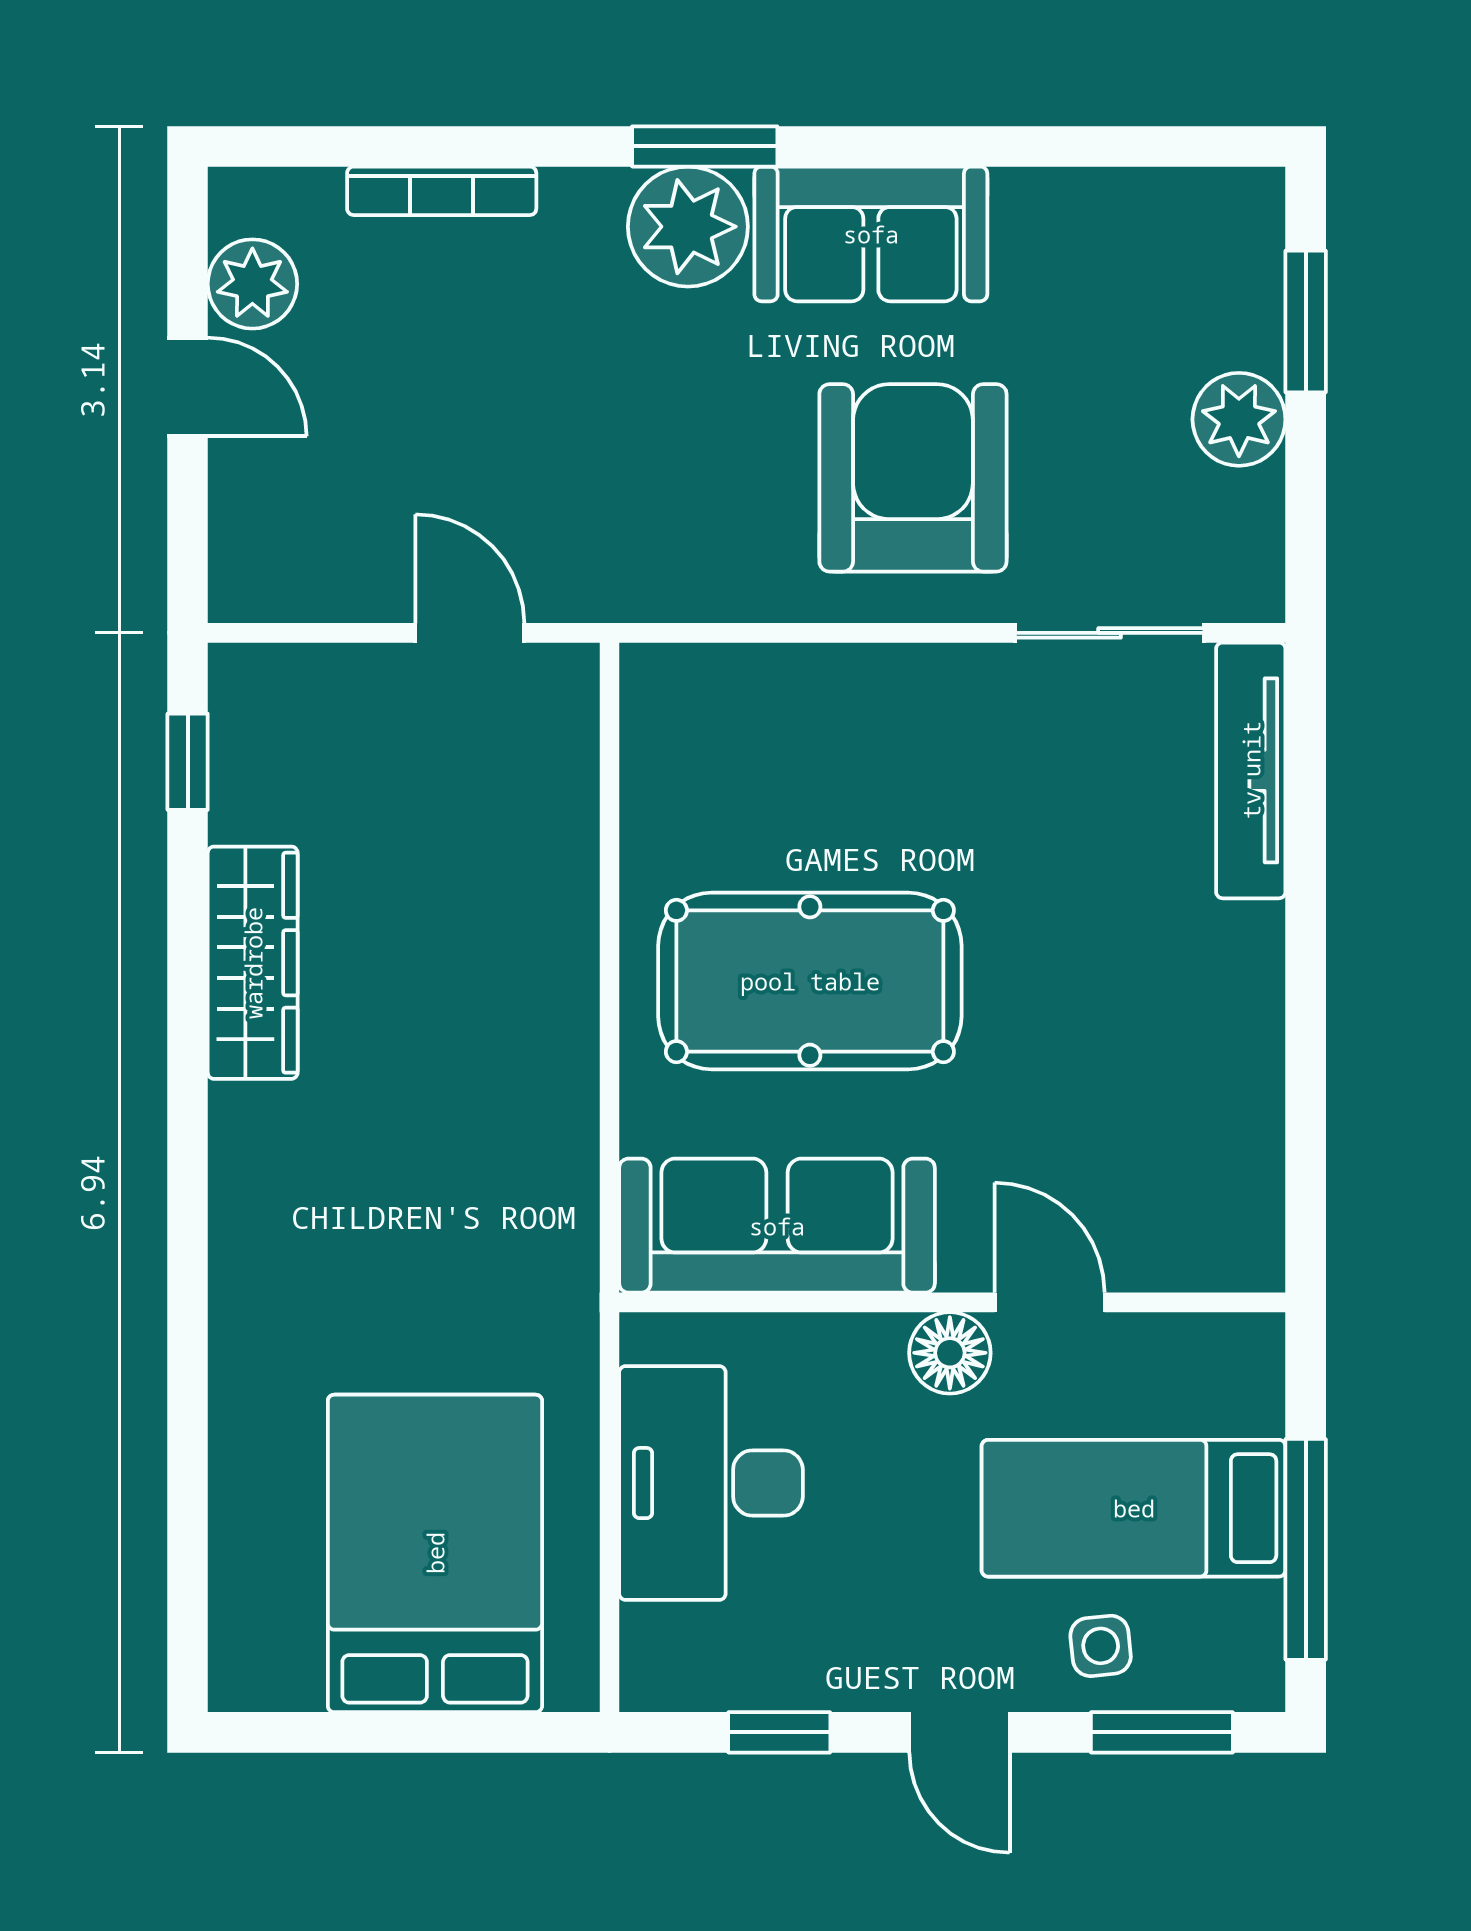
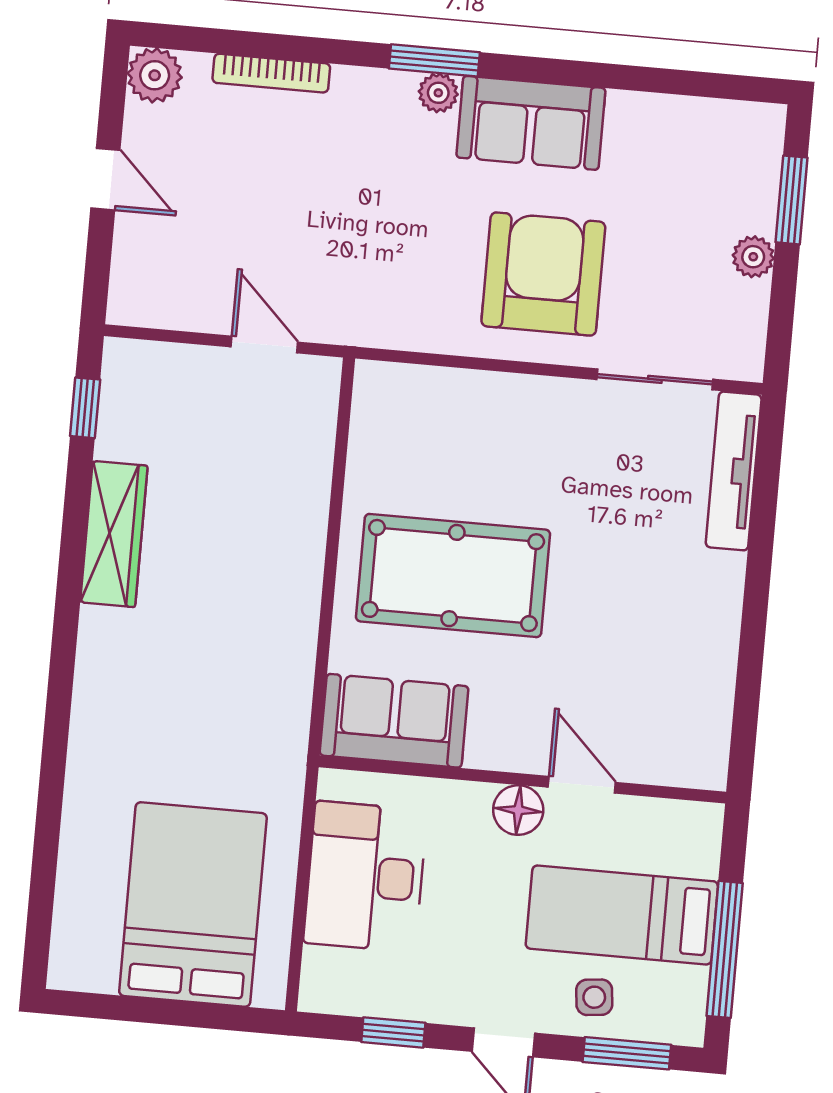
plant: (688, 227) -> (438, 93), width x0.53, depth x0.53
plant: (252, 284) -> (155, 75), moved
plant: (1239, 419) -> (753, 257), width x0.73, depth x0.73
sofa: (777, 1226) -> (394, 721), width x0.73

